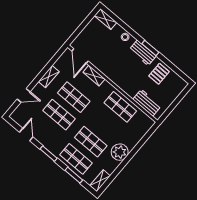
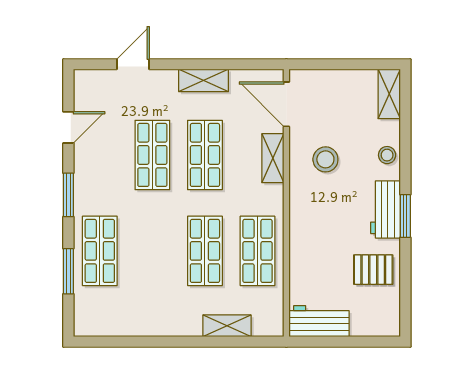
door: (80, 56) -> (286, 104), hinge flipped
stool: (109, 59) -> (325, 159), added
door: (24, 95) -> (133, 64), swing flipped
workbench: (147, 103) -> (319, 321), moved, turned -90
shop shelf: (91, 142) -> (205, 251), moved
plant: (120, 152) -> (177, 317), removed
shelving: (100, 181) -> (227, 326), moved

